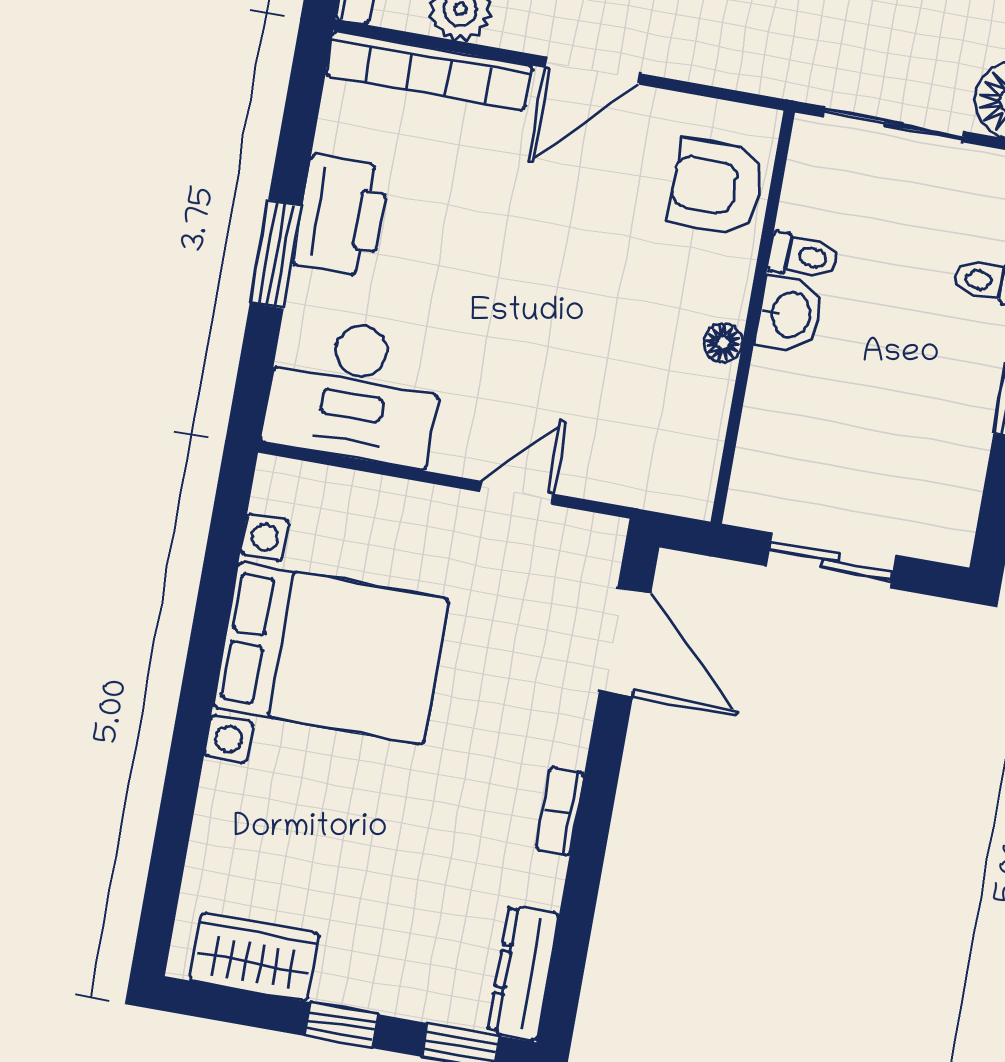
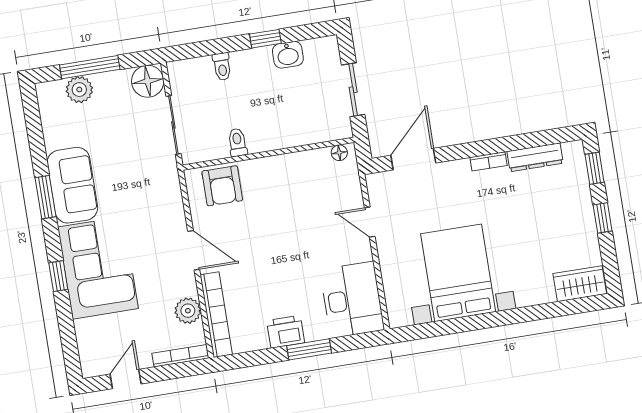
printer: (341, 216) -> (286, 332), width x0.73, depth x0.84
washbasin: (789, 315) -> (288, 55), moved, turned 180
floor lamp: (723, 343) -> (339, 153), moved
wardrobe: (254, 957) -> (580, 284), moved, turned 90
dresser: (523, 972) -> (535, 157), moved

